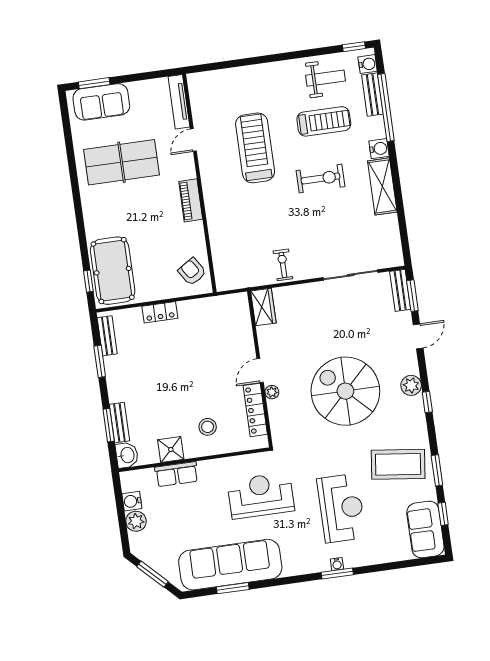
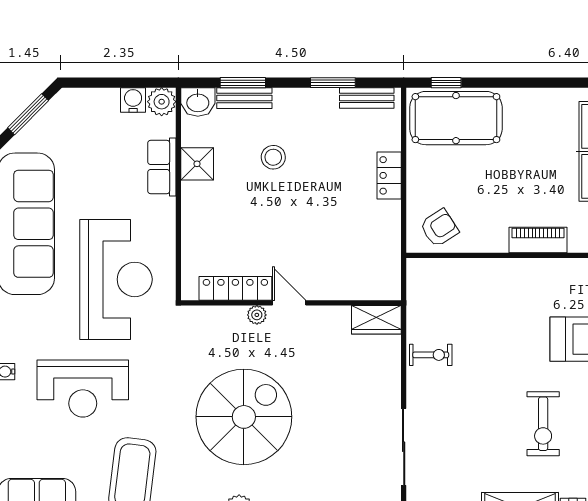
stool: (208, 427) -> (273, 157), moved
reception desk: (261, 495) -> (116, 279), width x1.36, depth x1.30
plant: (136, 521) -> (162, 102), moved

